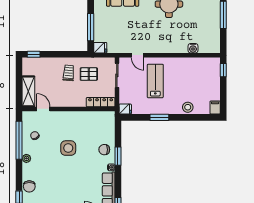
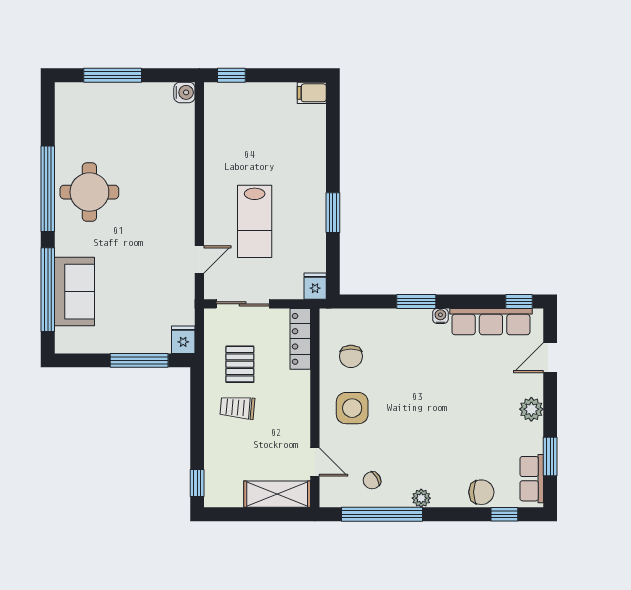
water cooler: (193, 48) -> (184, 92), moved
lab bench: (155, 81) -> (255, 221), turned -90
stool: (188, 107) -> (311, 152), removed
door: (43, 109) -> (315, 462), swing flipped
side table: (68, 148) -> (352, 408), moved
chair: (104, 150) -> (351, 356), moved

